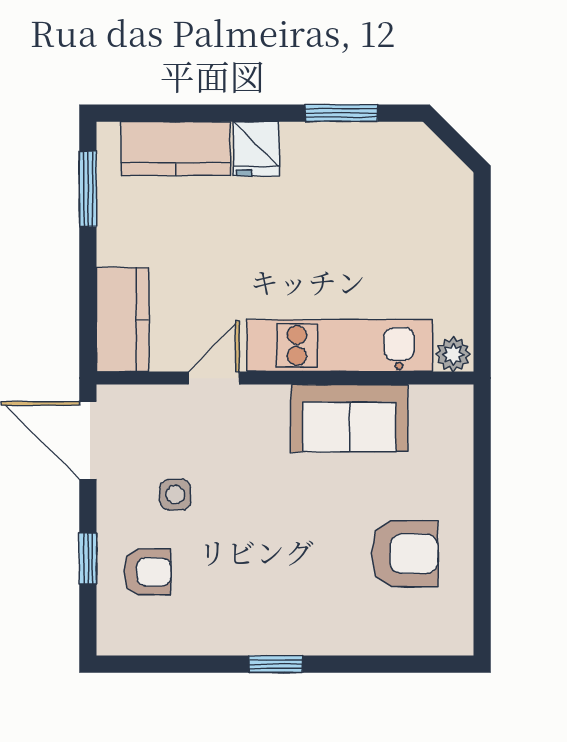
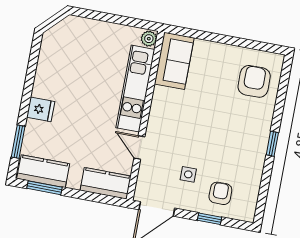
window: (341, 113) -> (18, 142), moved
kitchen counter: (176, 149) -> (43, 171), moved, turned -90
sofa: (349, 418) -> (174, 61), moved
armchair: (405, 554) -> (254, 81), moved

